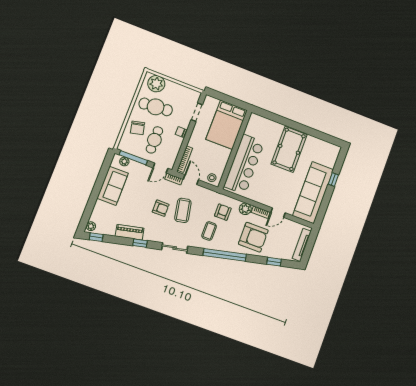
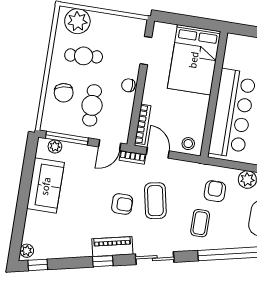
cafe table: (156, 107) -> (84, 56), width x0.73, depth x0.74
piano: (130, 232) -> (112, 247), moved

